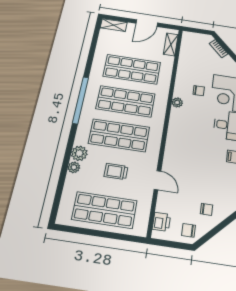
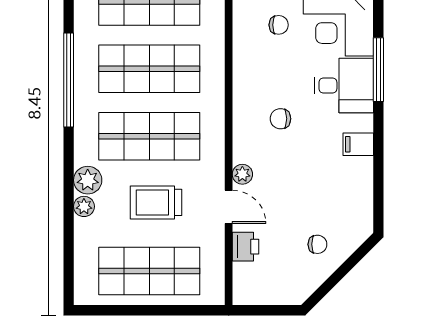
plant: (177, 103) -> (242, 174), moved
trolley: (116, 171) -> (156, 202), width x1.36, depth x1.39
printer: (161, 222) -> (246, 247), moved
chair: (189, 230) -> (280, 119), moved

